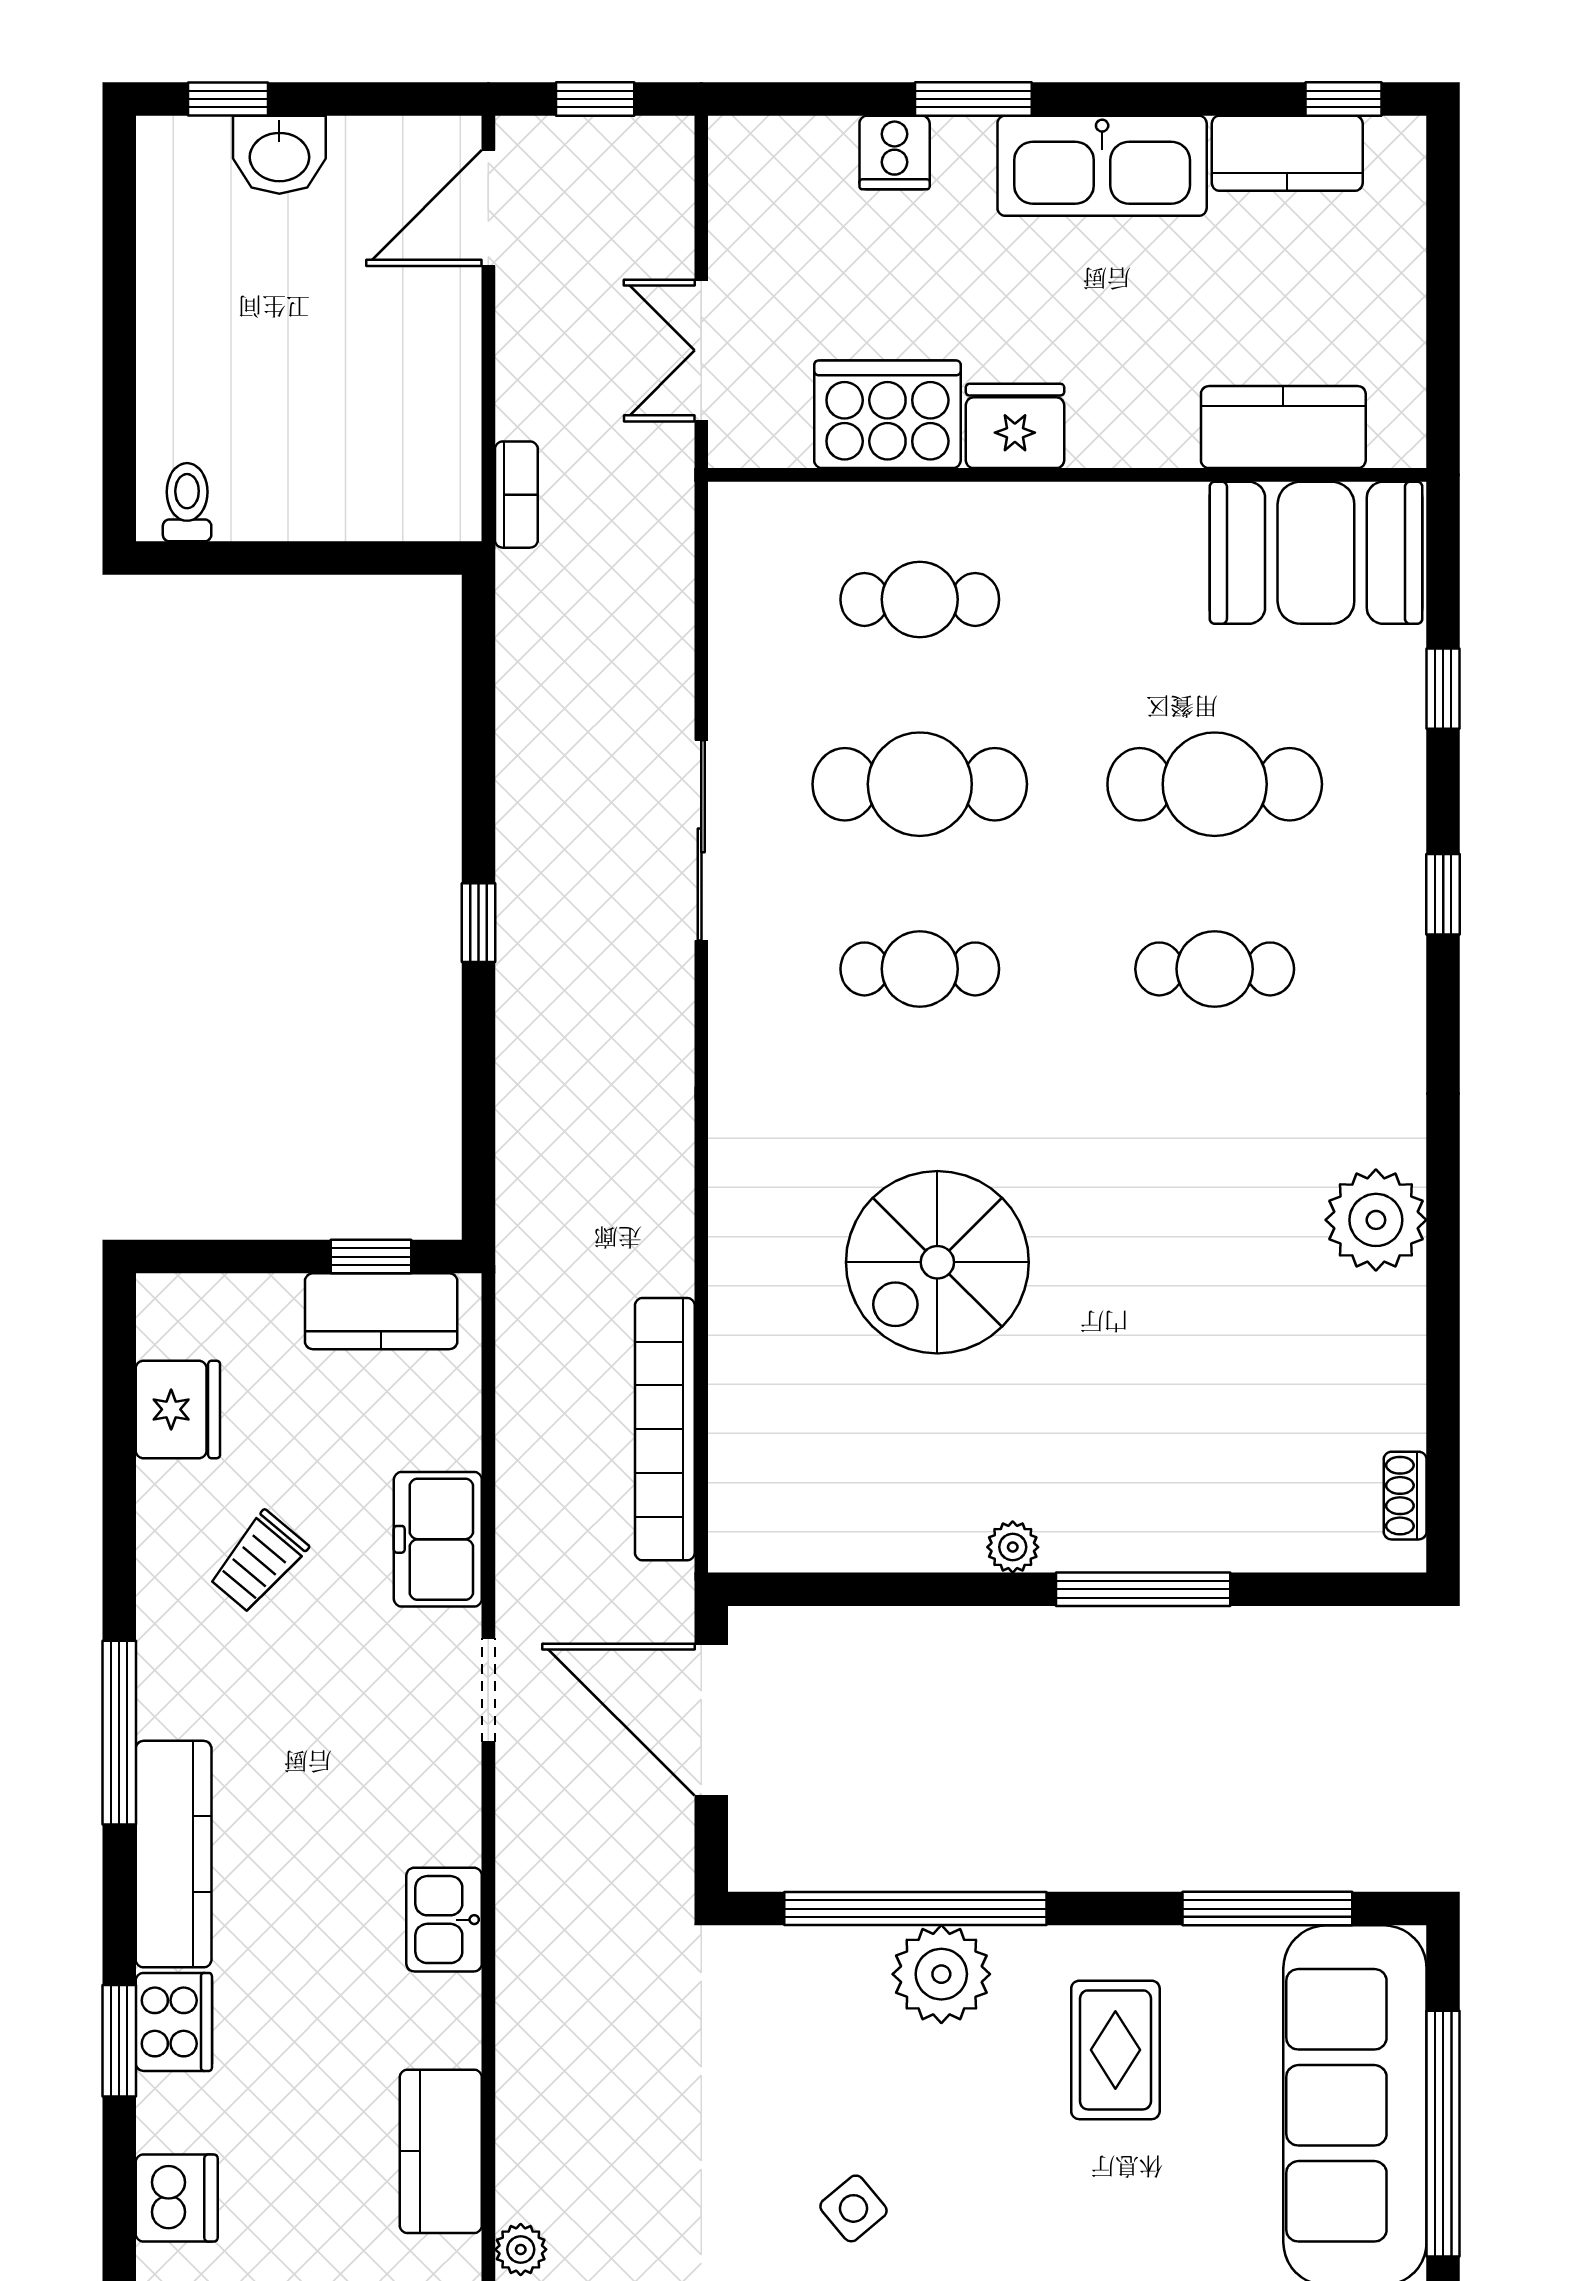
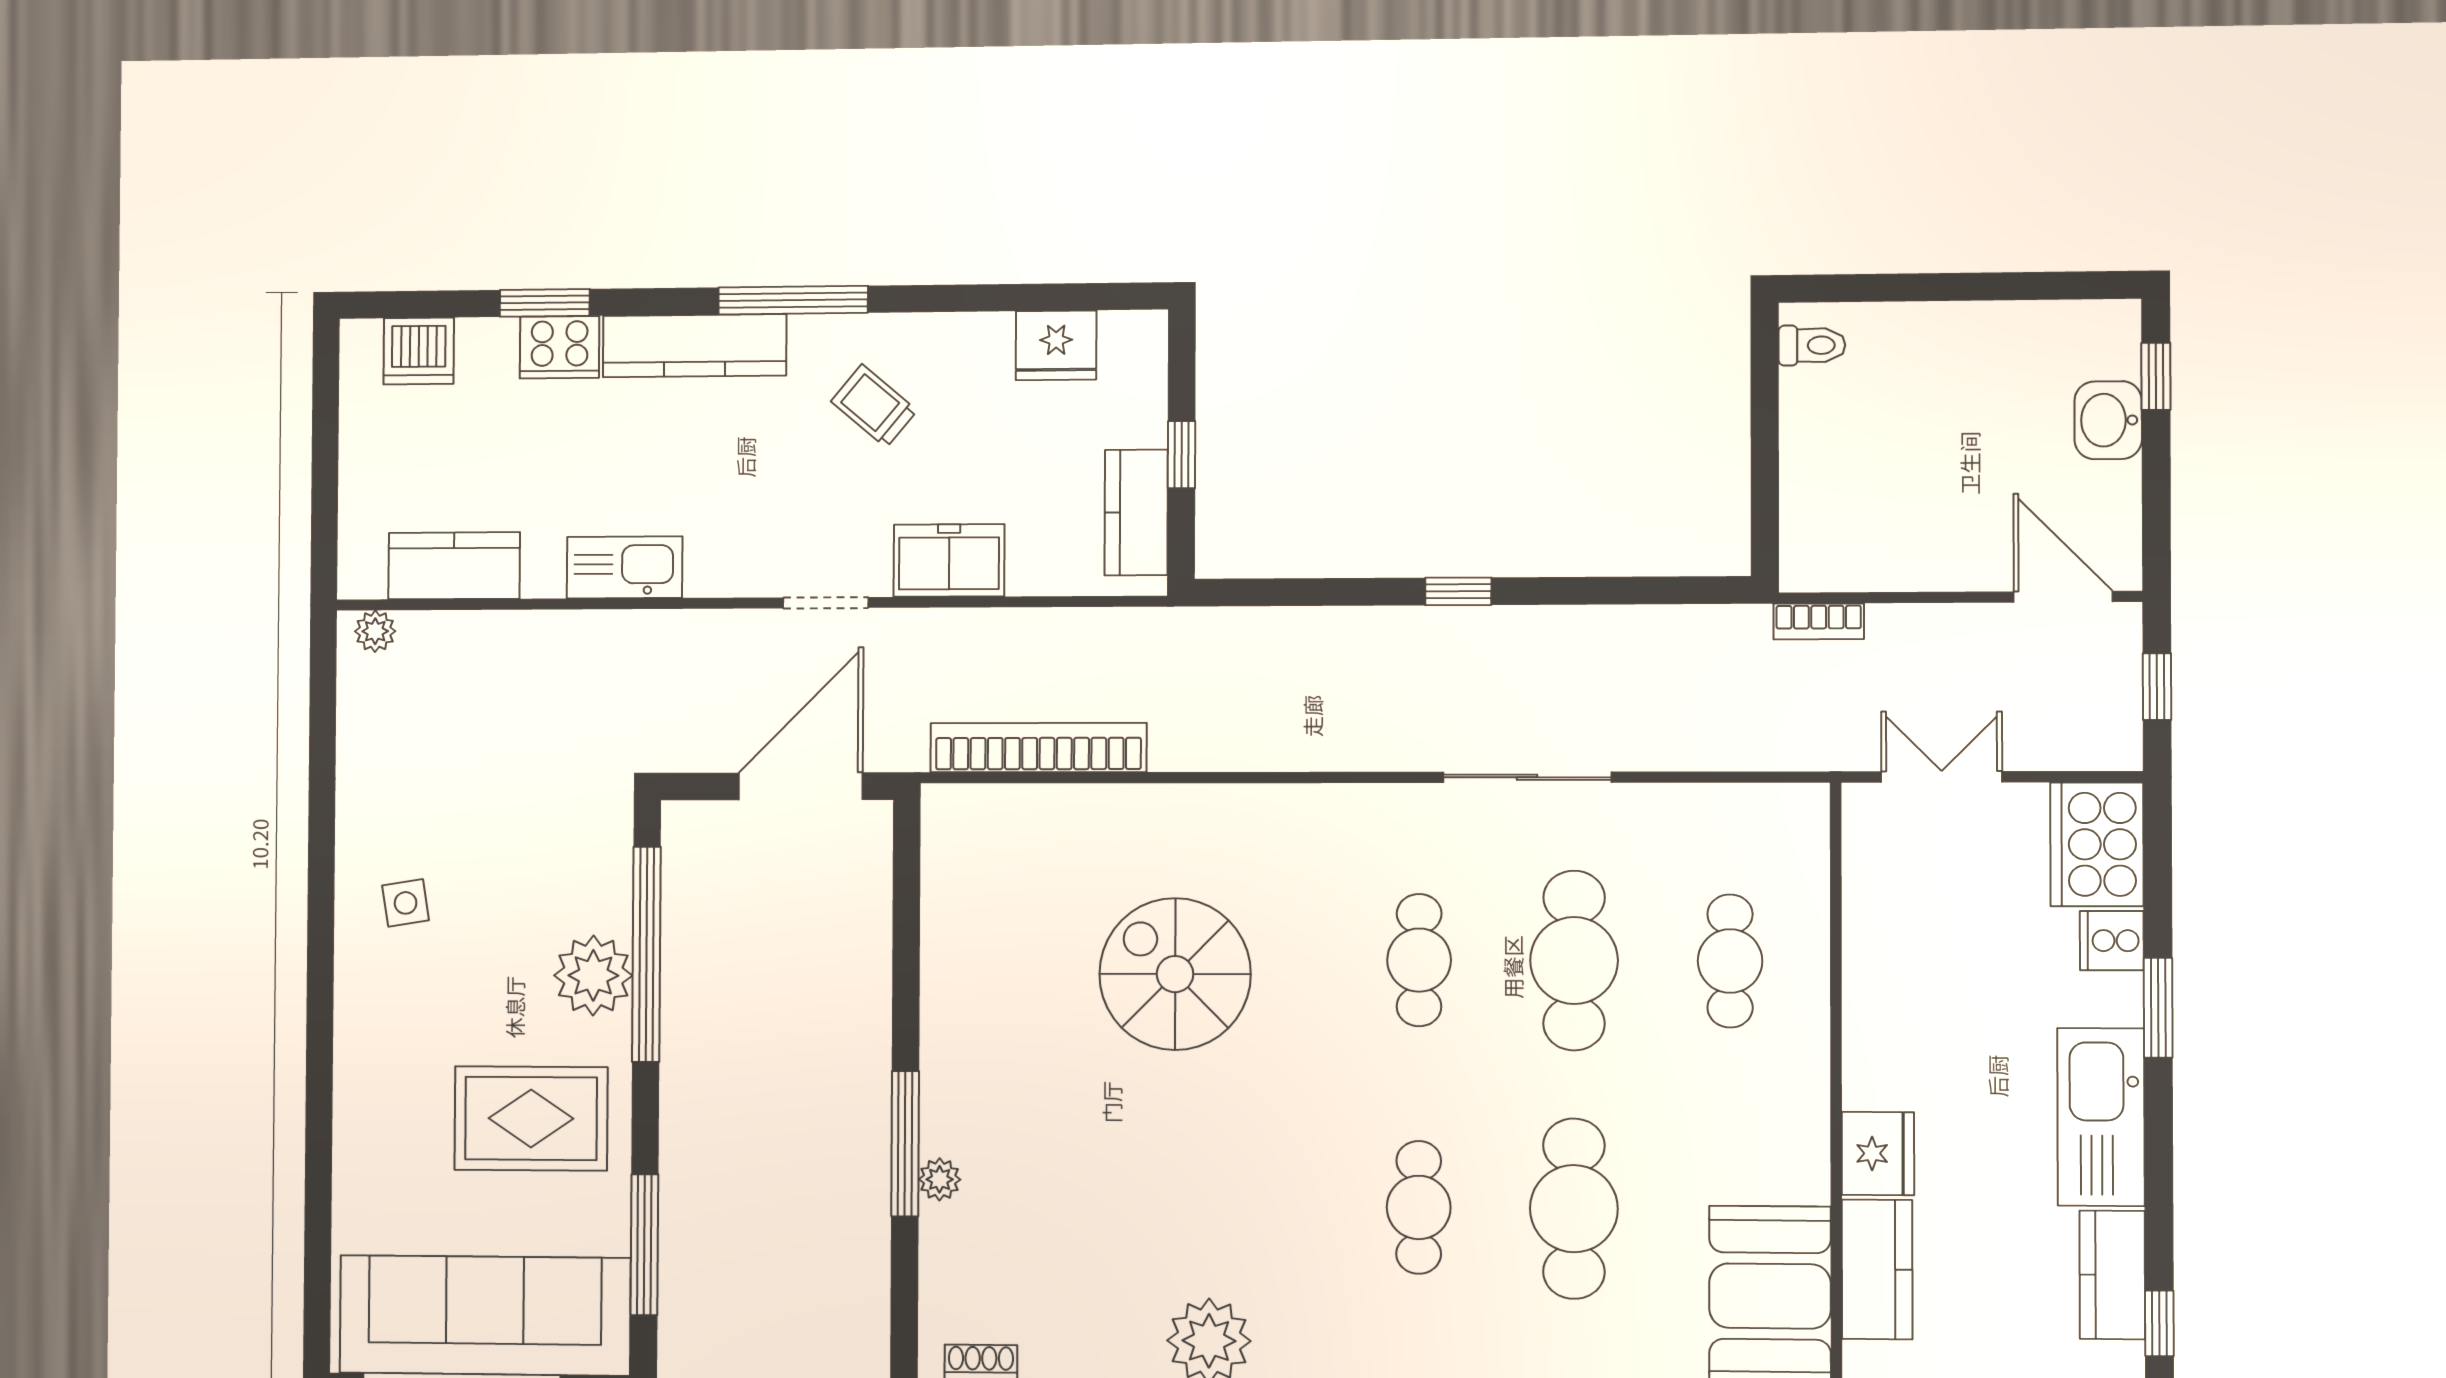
cooker: (887, 414) -> (2097, 844), moved, turned 180
fridge: (1015, 426) -> (1878, 1153), moved
window: (371, 1257) -> (1181, 455), moved
plant: (1013, 1547) -> (940, 1179), moved
trolley: (258, 1562) -> (874, 406), moved
kitchen sink: (444, 1920) -> (625, 567), width x1.38
rug: (1115, 2050) -> (531, 1118), width x1.36, depth x1.43
side table: (853, 2208) -> (406, 903), turned 31

